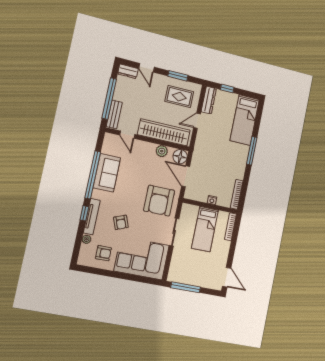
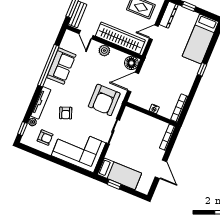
plant: (162, 151) -> (104, 51), moved
window: (252, 151) -> (202, 69), width x0.46
door: (186, 176) -> (133, 82), hinge flipped
window: (84, 213) -> (22, 129), moved
bed: (205, 229) -> (120, 174), moved, turned -90
door: (227, 277) -> (161, 169), moved
window: (186, 287) -> (114, 184), width x0.46

